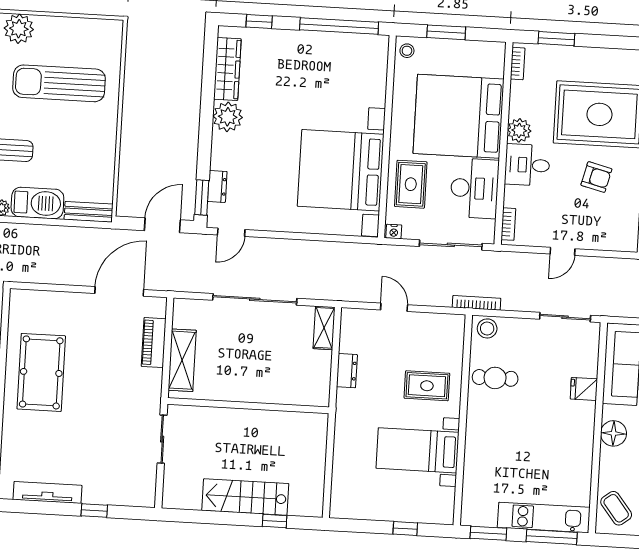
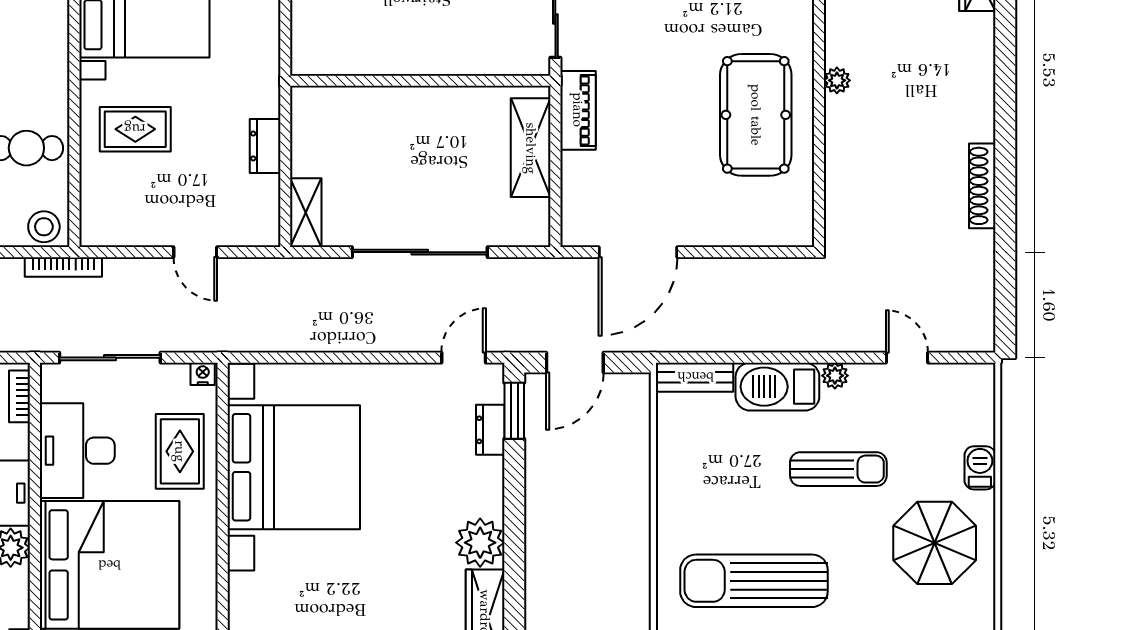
sun lounger: (59, 83) -> (754, 581), turned 180
piano: (154, 343) -> (578, 110), moved

